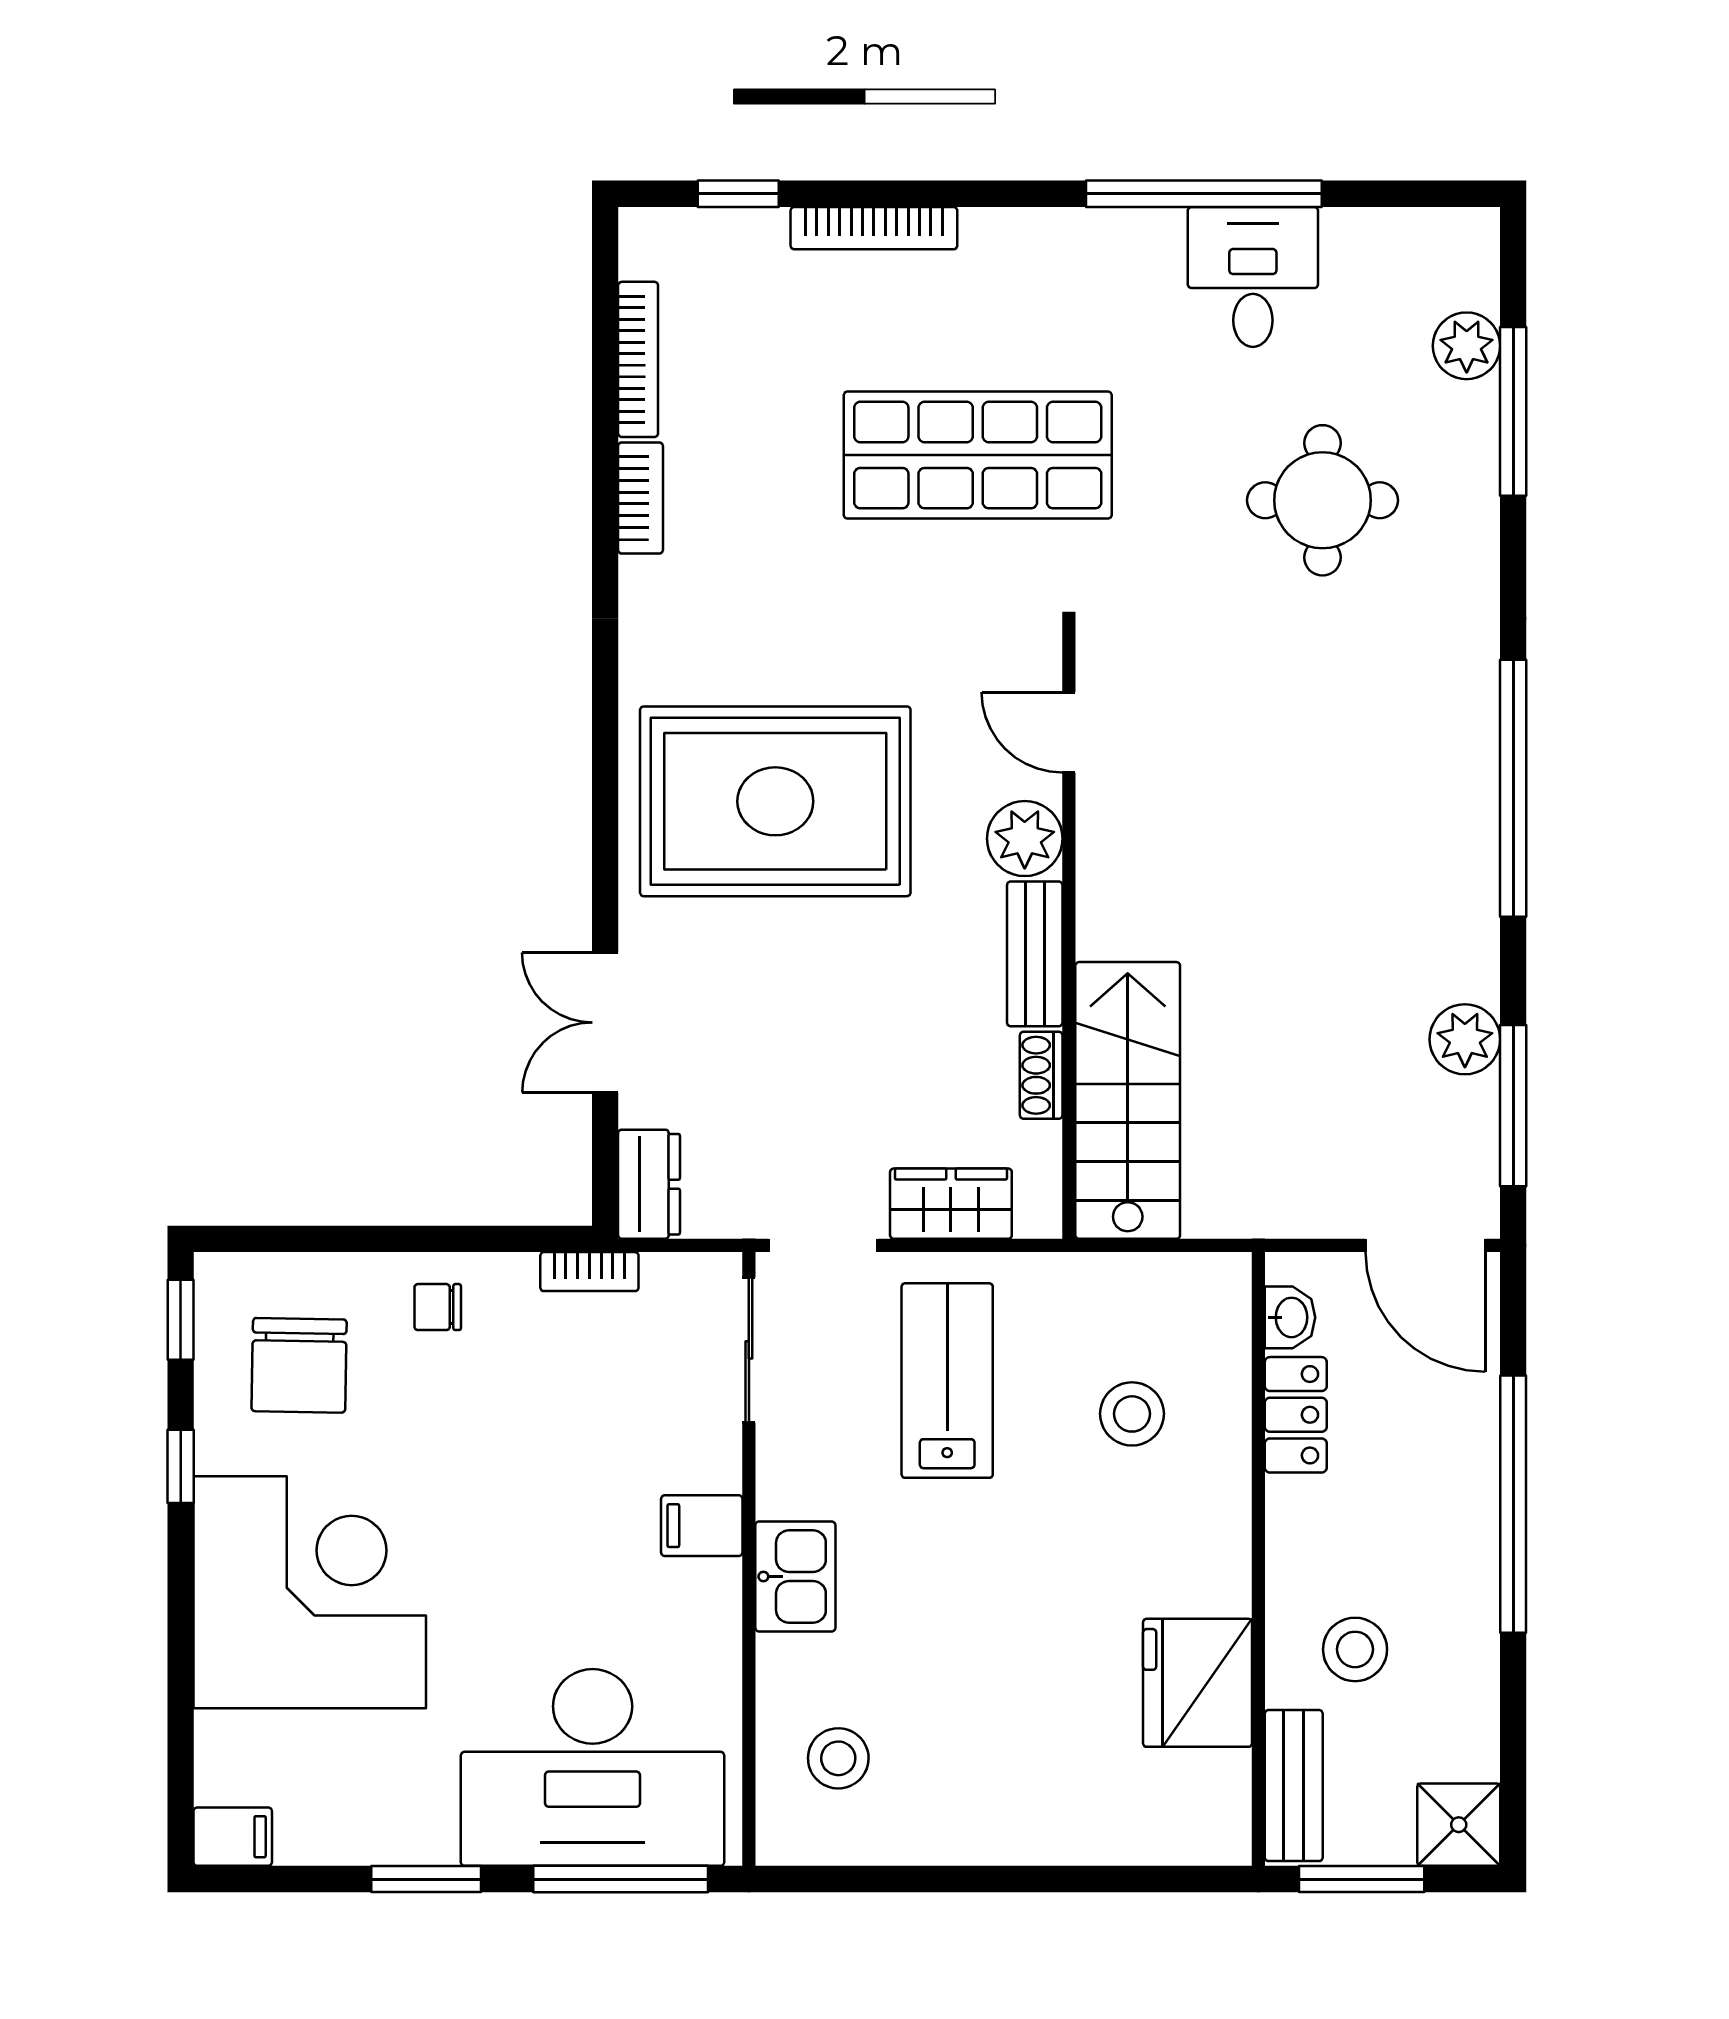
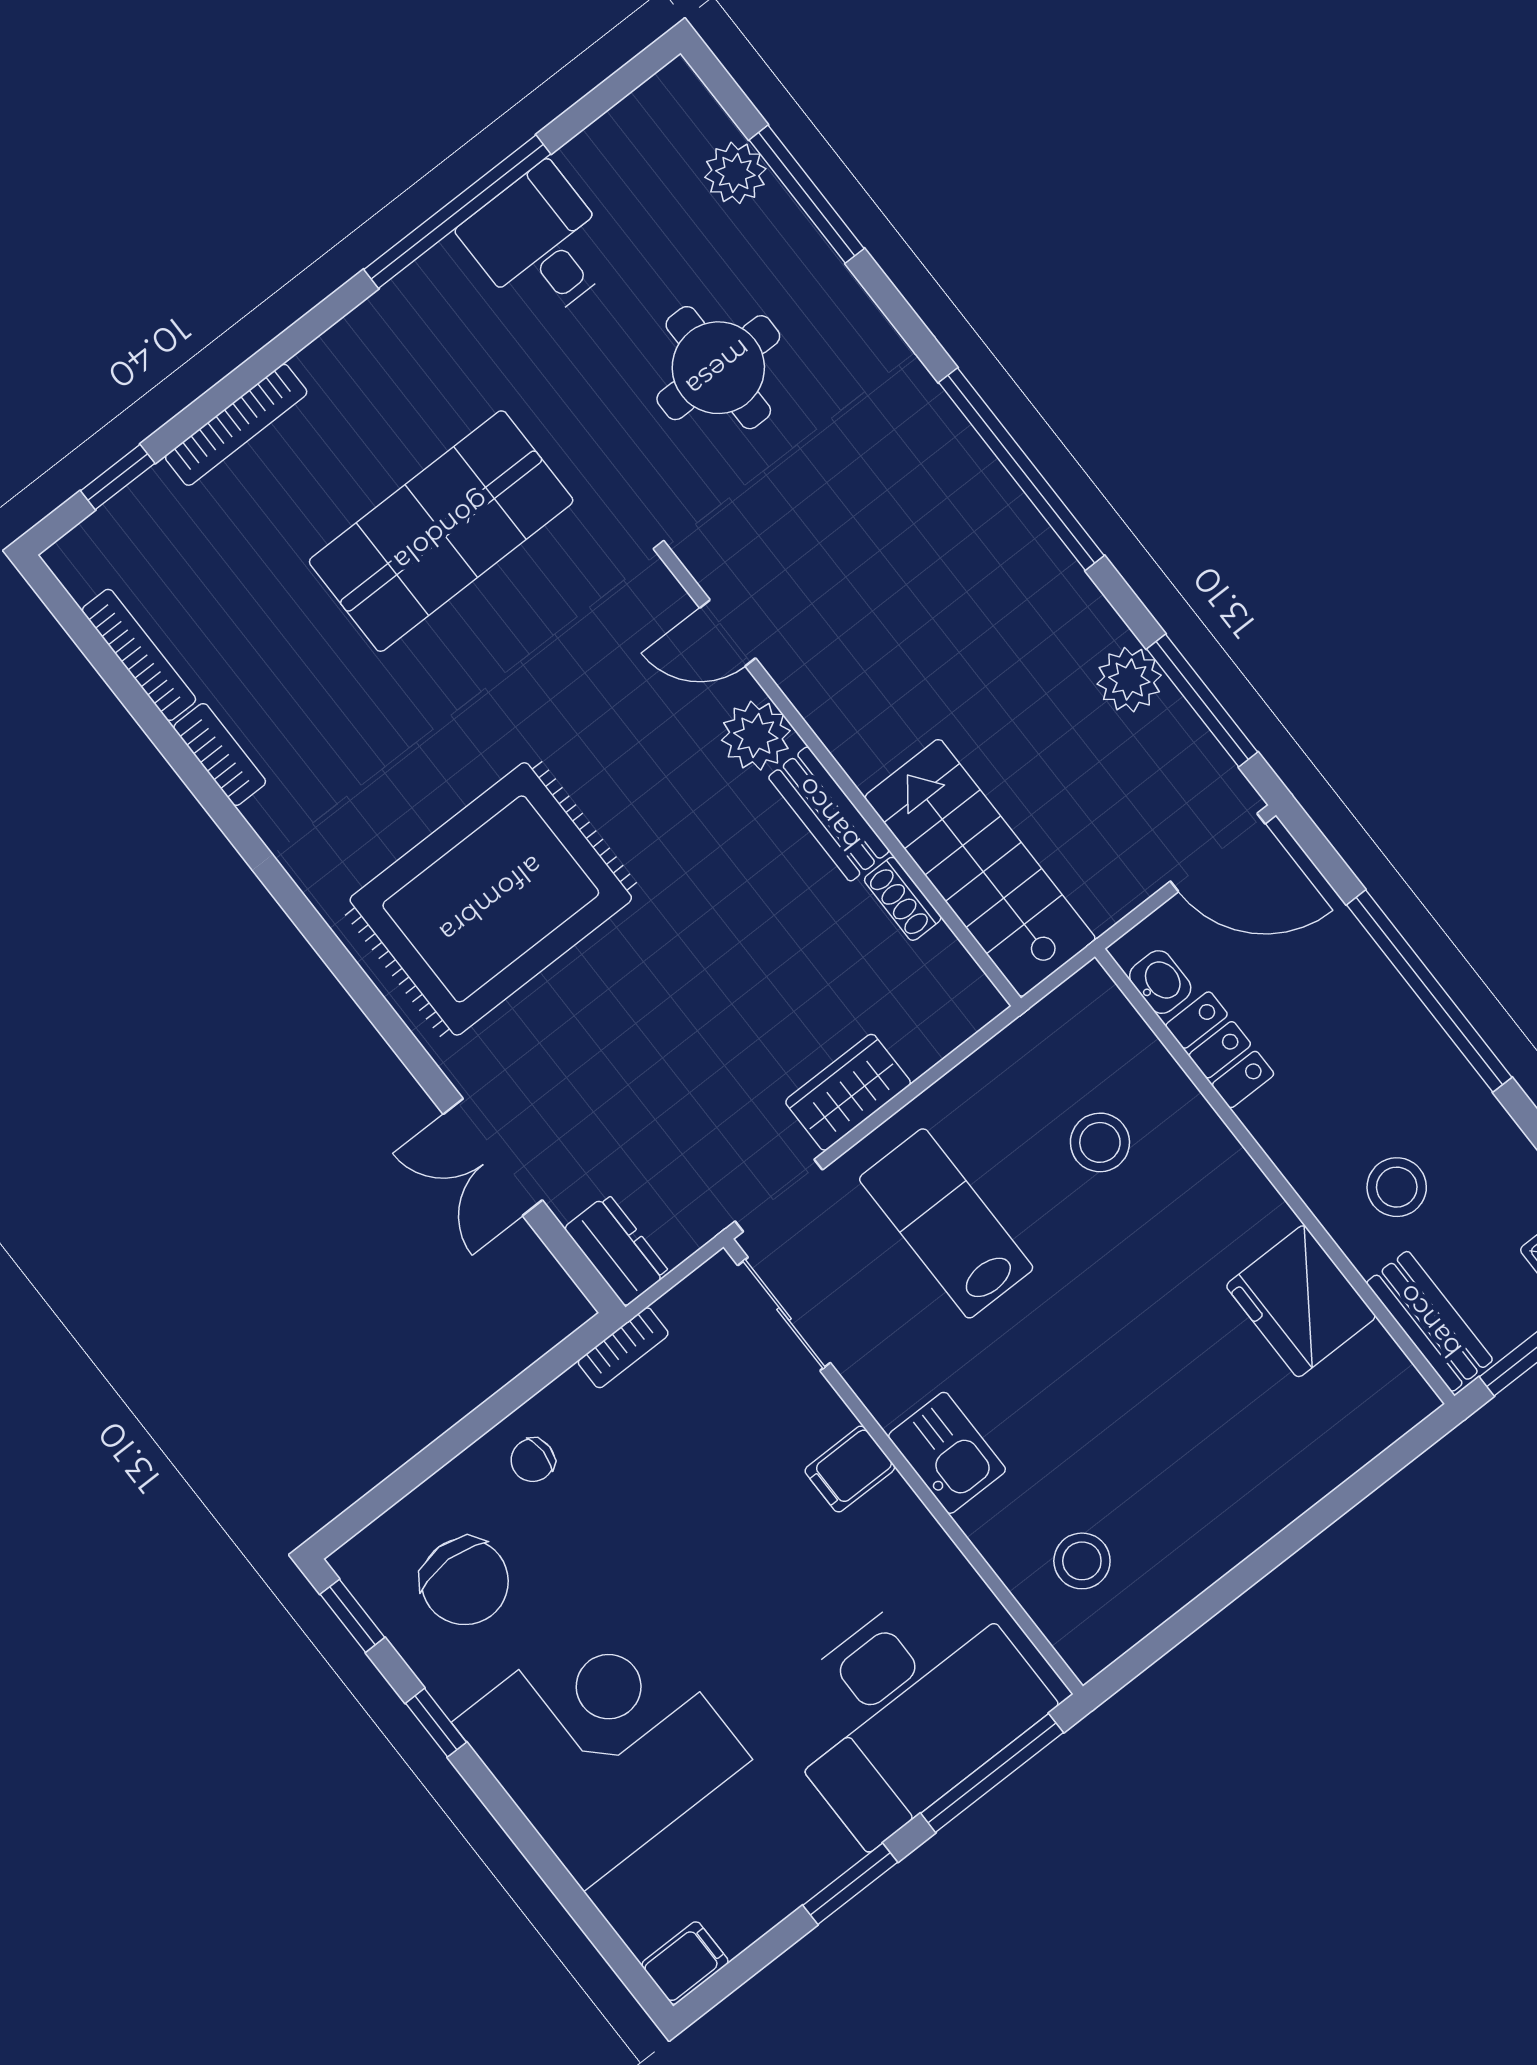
door: (1069, 732) -> (728, 633), moved
plant: (1025, 839) -> (756, 736), moved
wall: (1069, 932) -> (841, 778), moved
bench: (1035, 954) -> (829, 814), moved
shoe rack: (1041, 1075) -> (903, 899), moved
stairs: (1128, 1100) -> (980, 868), moved

